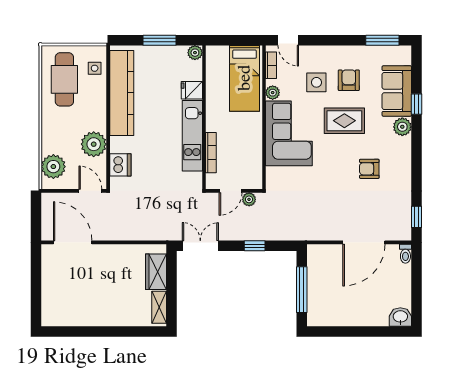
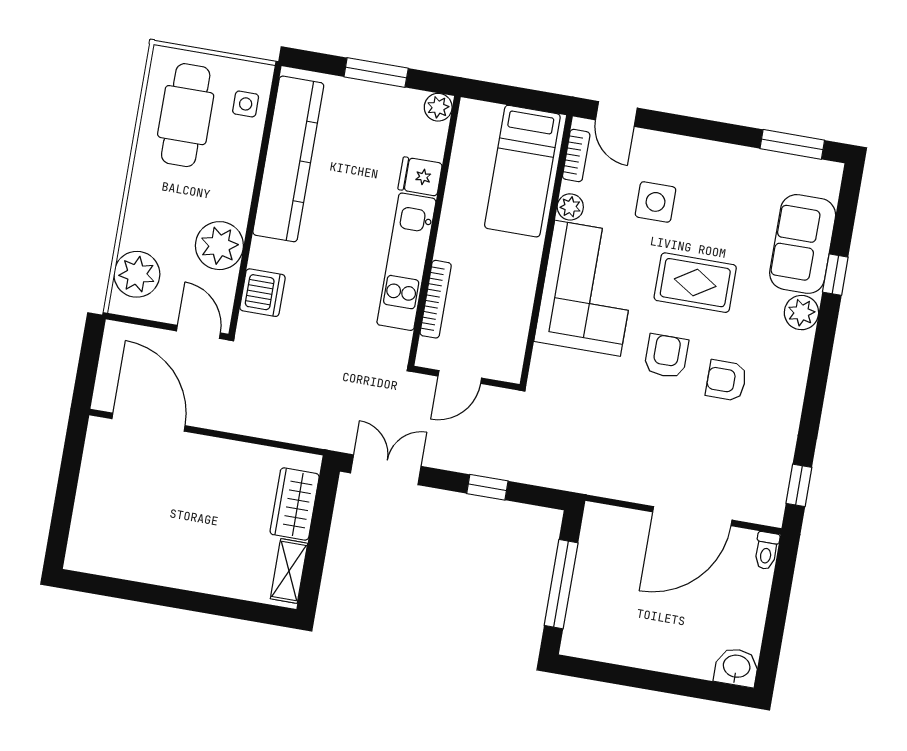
armchair: (349, 80) -> (666, 356), moved
plant: (249, 199) -> (492, 399), removed

